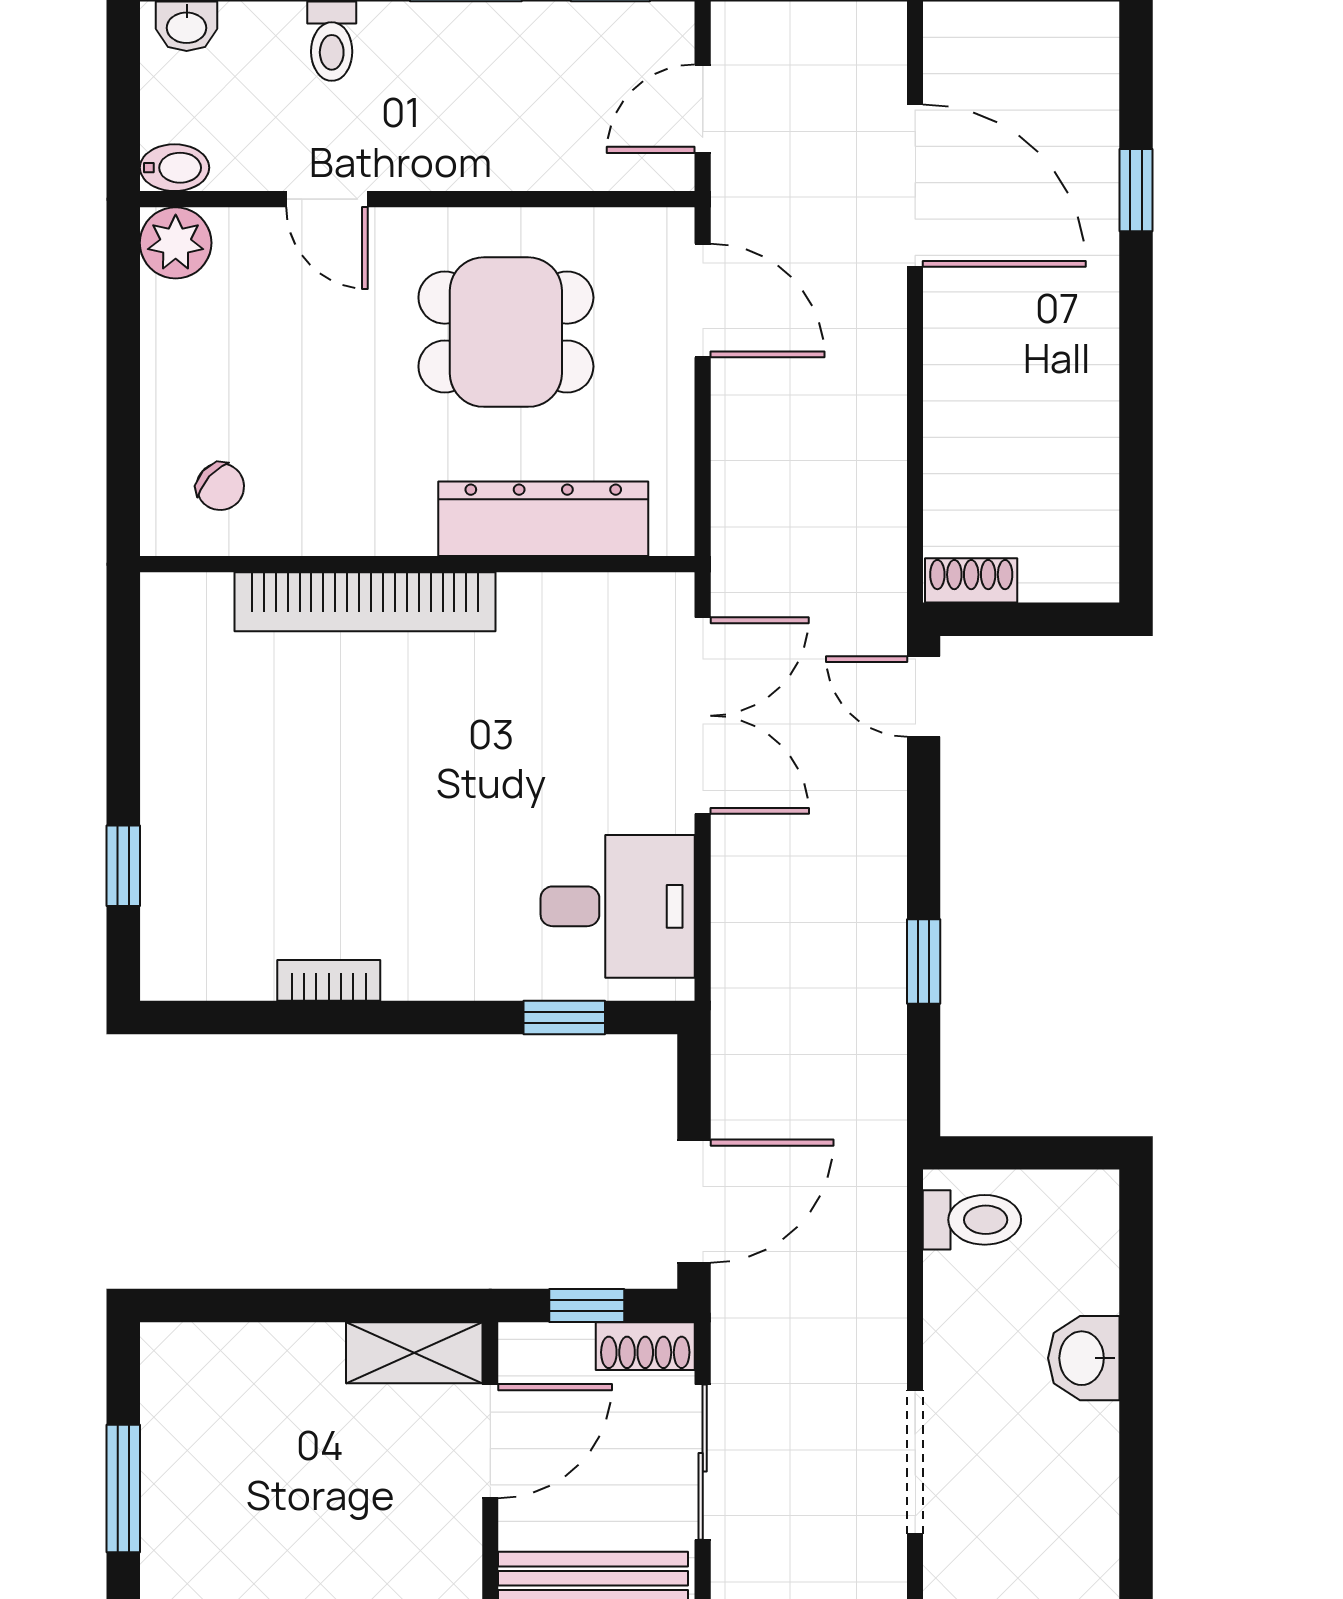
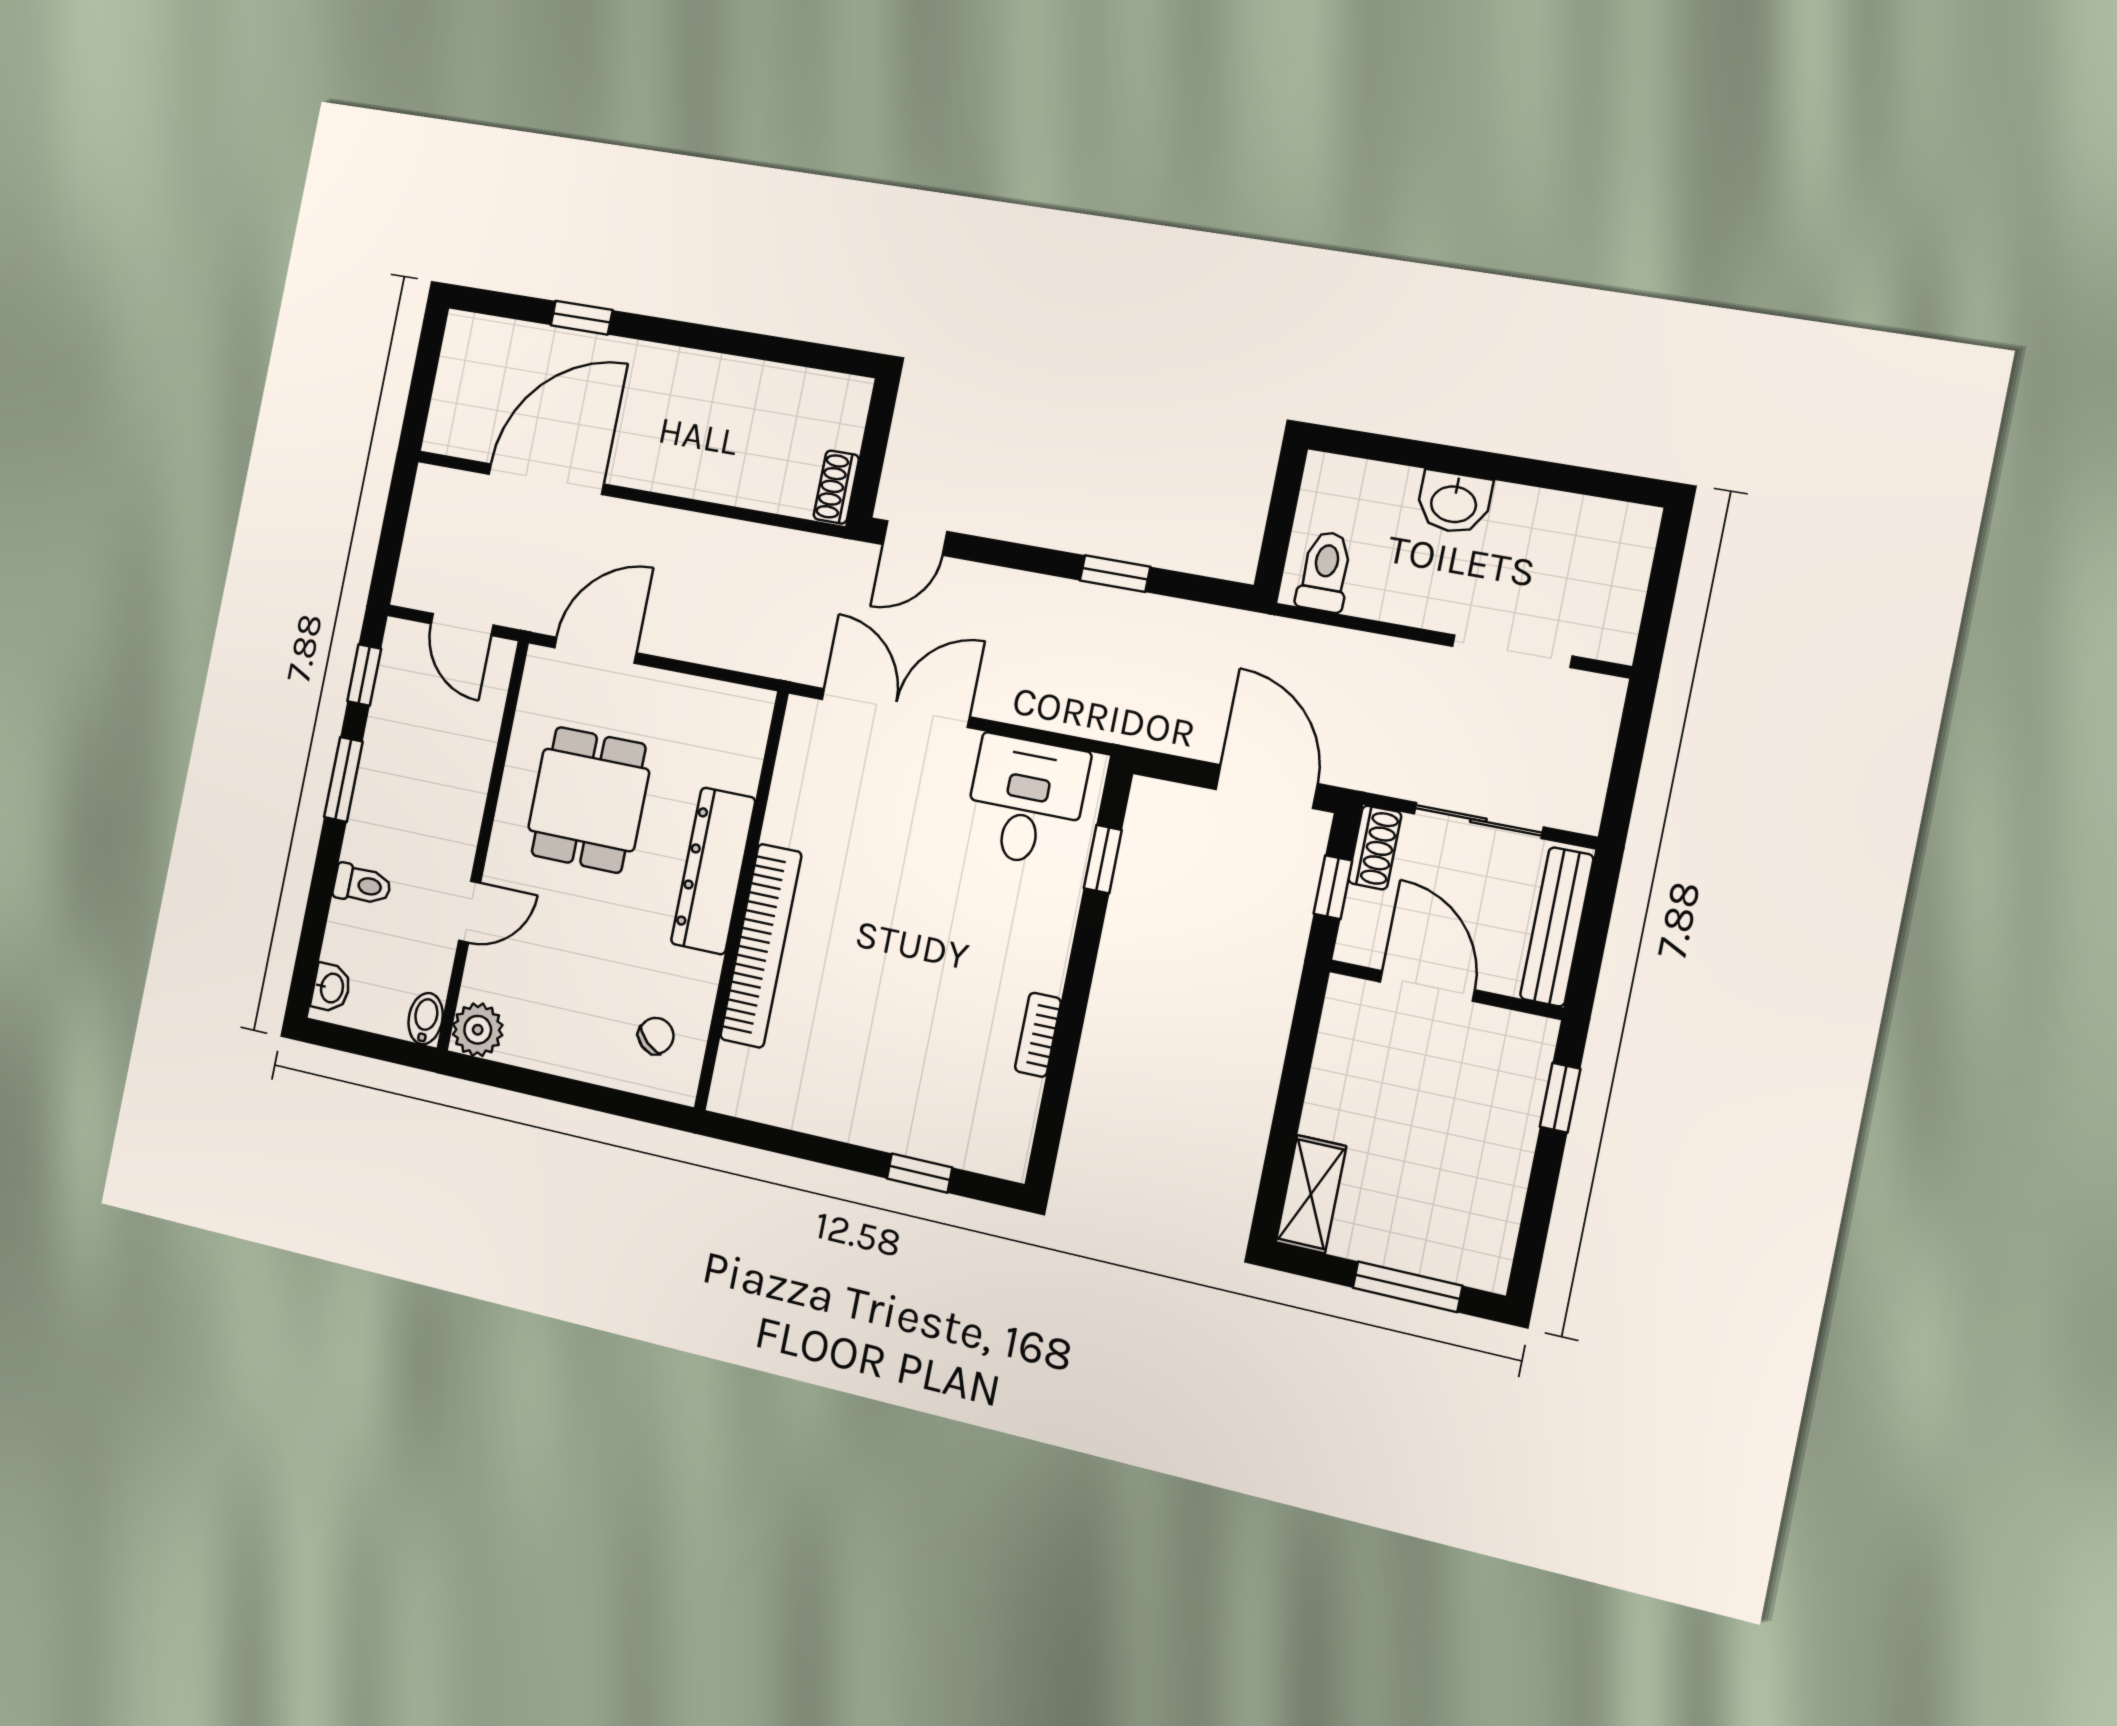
dresser: (543, 519) -> (713, 871), moved
shelving: (414, 1353) -> (1311, 1194), moved

